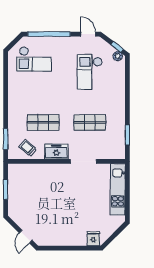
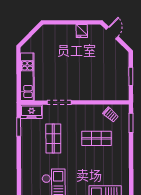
shop shelf: (90, 122) -> (53, 138), turned 90
freezer: (56, 152) -> (31, 112), moved
fridge: (93, 239) -> (82, 31), moved

